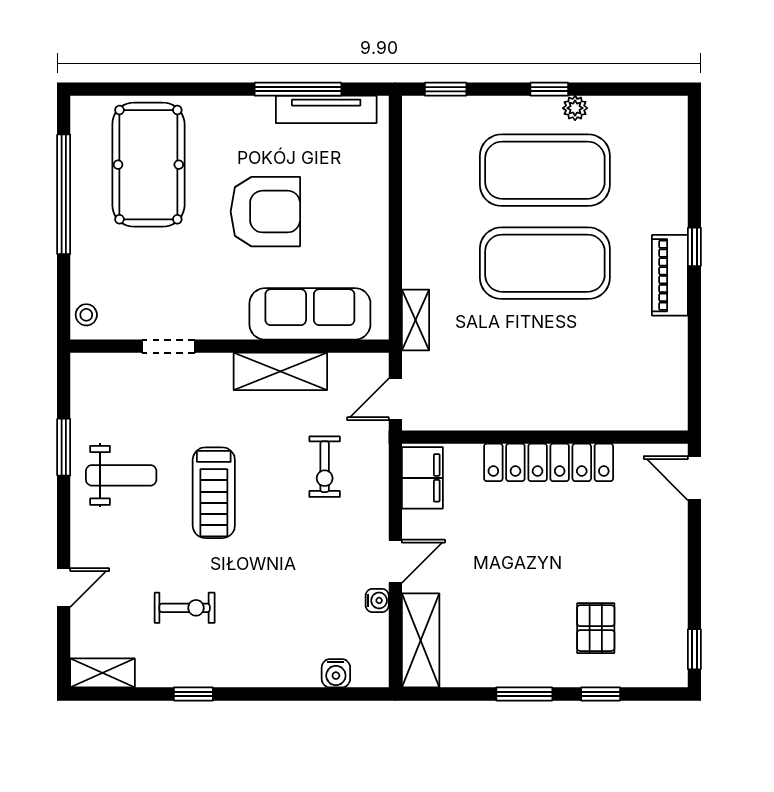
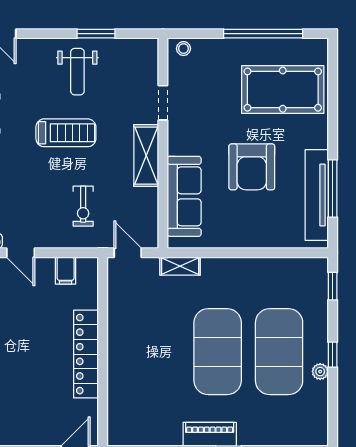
tv unit: (326, 109) -> (317, 195), width x1.36, depth x1.29
shelving: (280, 371) -> (146, 156), moved
exercise bike: (325, 467) -> (83, 206), turned -90
filing cabinet: (422, 478) -> (66, 271), width x0.50
treadmill: (214, 493) -> (66, 133), turned 180

